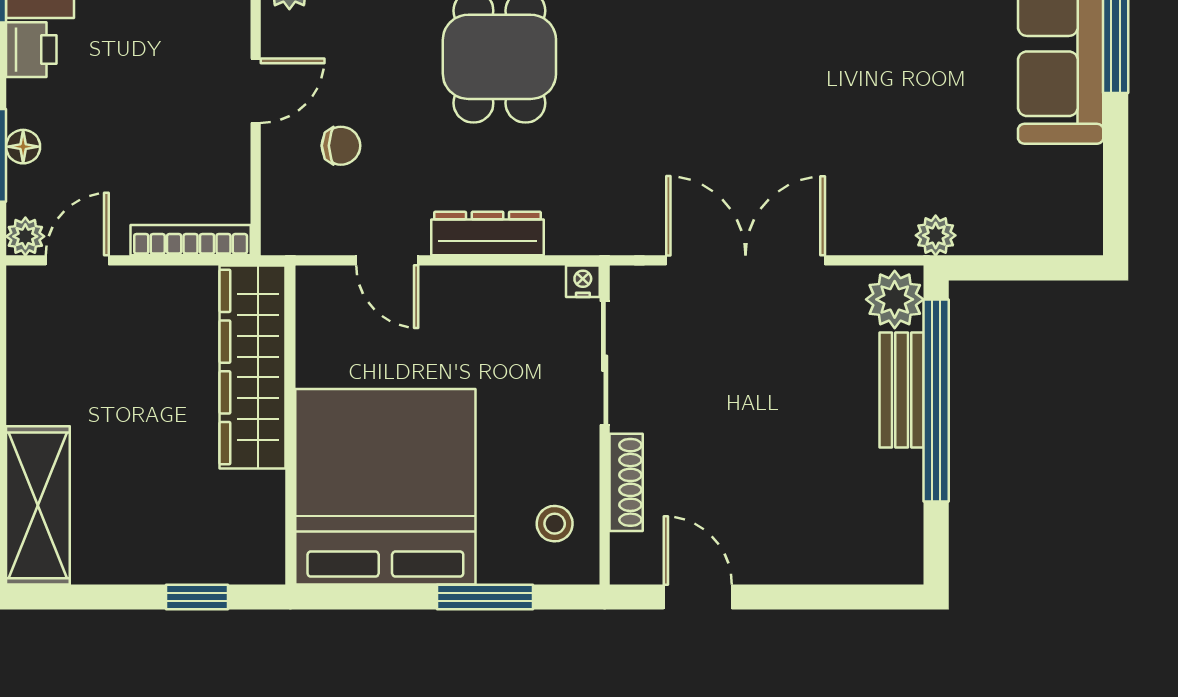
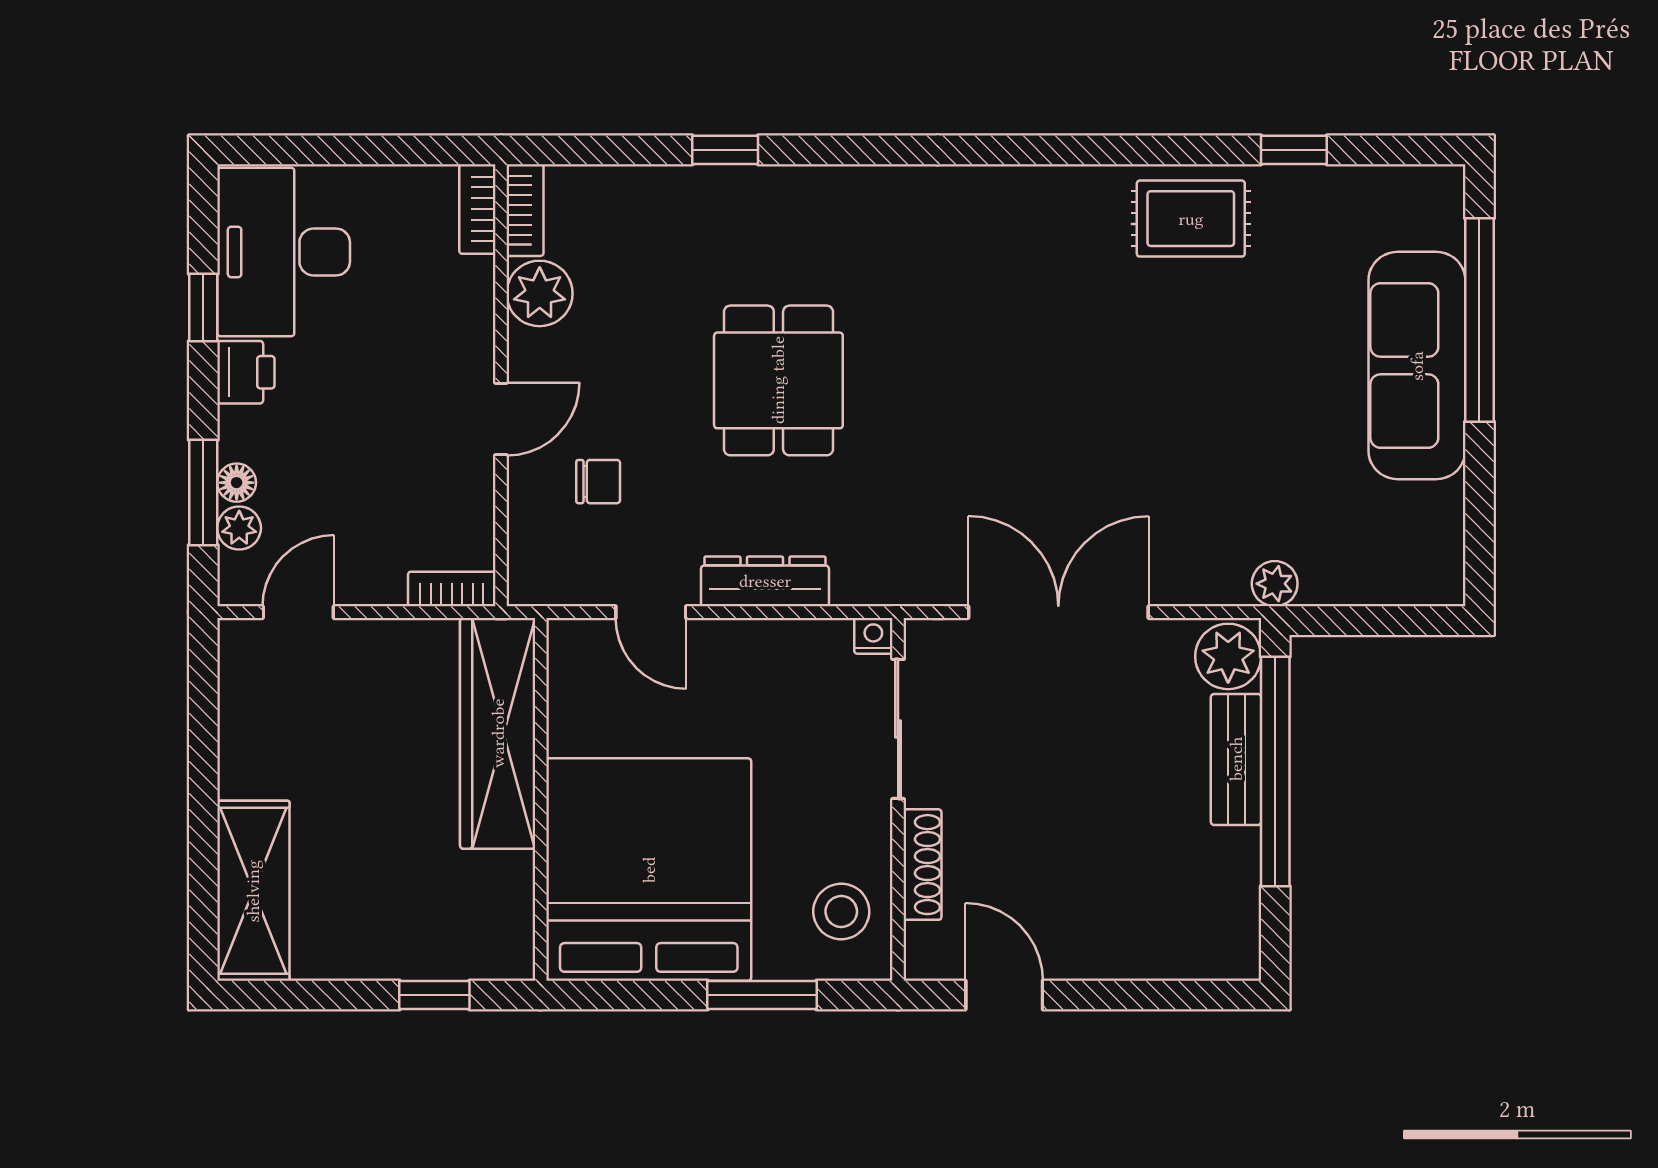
plant: (25, 236) -> (239, 528), moved
bookcase: (191, 240) -> (452, 589), width x0.64
stool: (555, 524) -> (841, 911), width x1.37, depth x1.37

